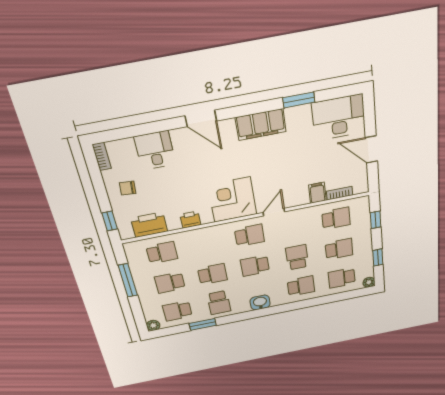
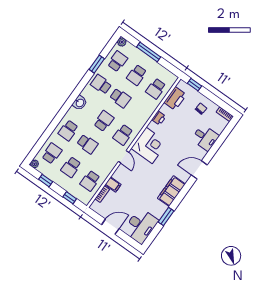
school desk: (212, 274) -> (120, 98), turned -90
window: (128, 280) -> (149, 52), moved
school desk: (170, 283) -> (137, 75), turned 180

